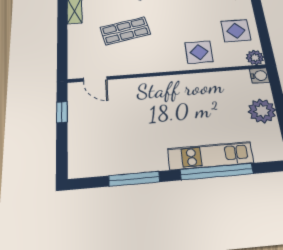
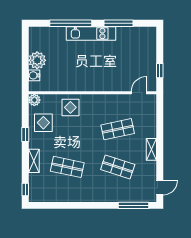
window: (259, 15) -> (25, 135), added
water cooler: (259, 76) -> (34, 75), moved
door: (95, 79) -> (139, 93), hinge flipped
kitchen unit: (211, 156) -> (91, 34), moved

